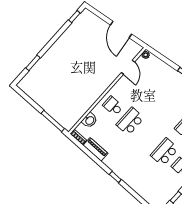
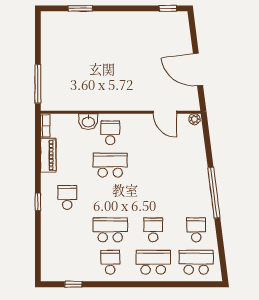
door: (121, 29) -> (198, 69), hinge flipped
door: (128, 67) -> (165, 112), hinge flipped
washbasin: (90, 120) -> (88, 122), moved
school desk: (127, 159) -> (67, 197), added

